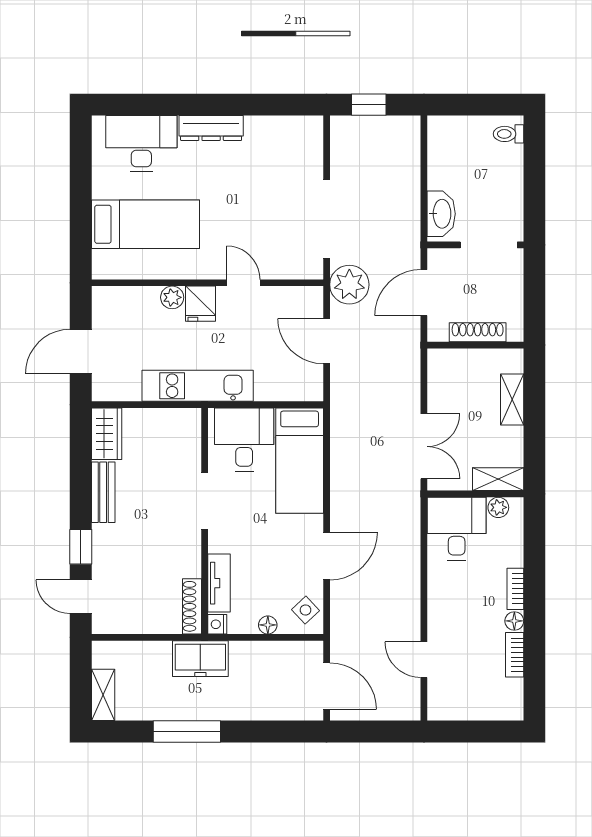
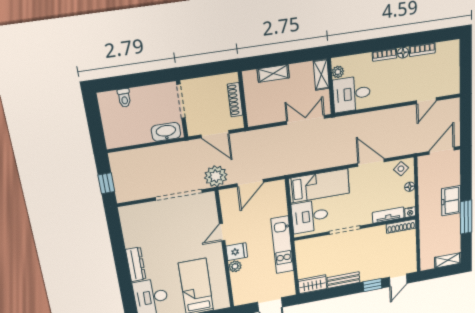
toilet: (509, 134) -> (124, 98), moved
freezer: (200, 659) -> (451, 201), moved, turned 180

